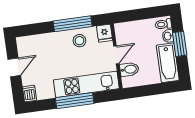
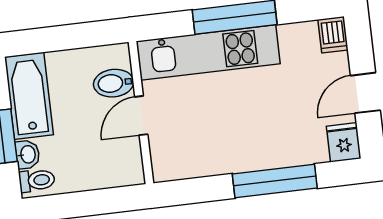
window: (73, 24) -> (275, 181), moved
fridge: (105, 33) -> (344, 142), moved
stool: (79, 41) -> (221, 148), removed

